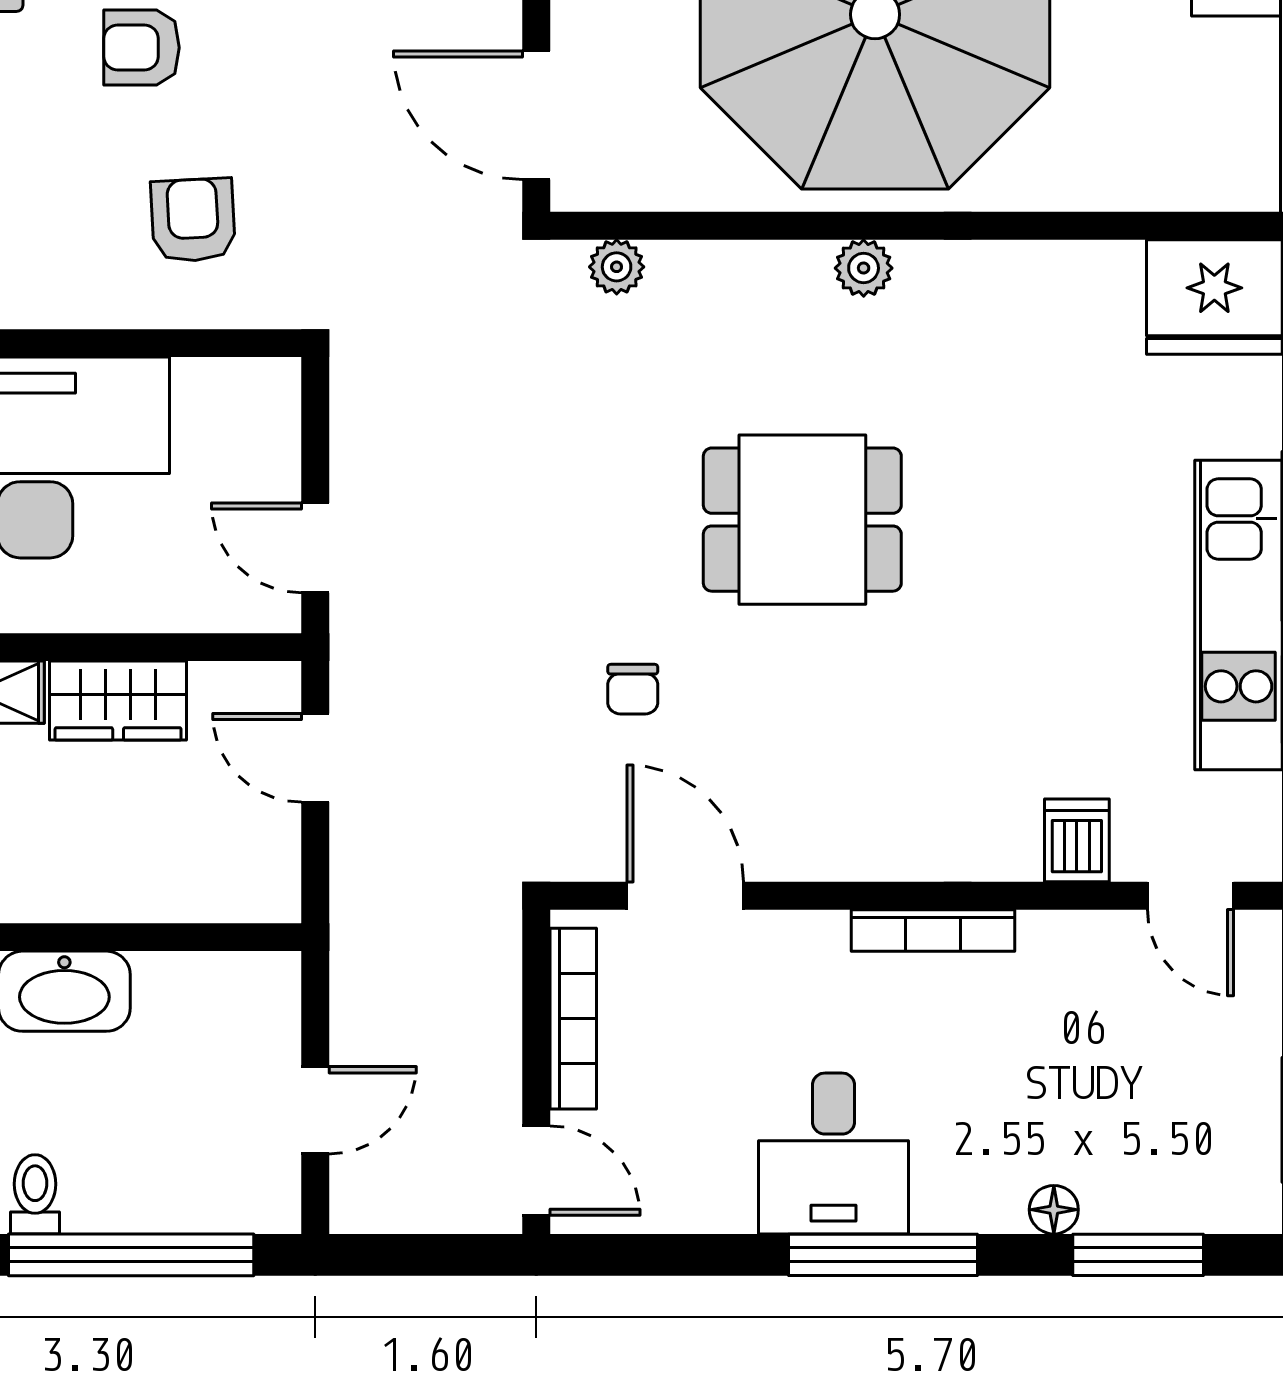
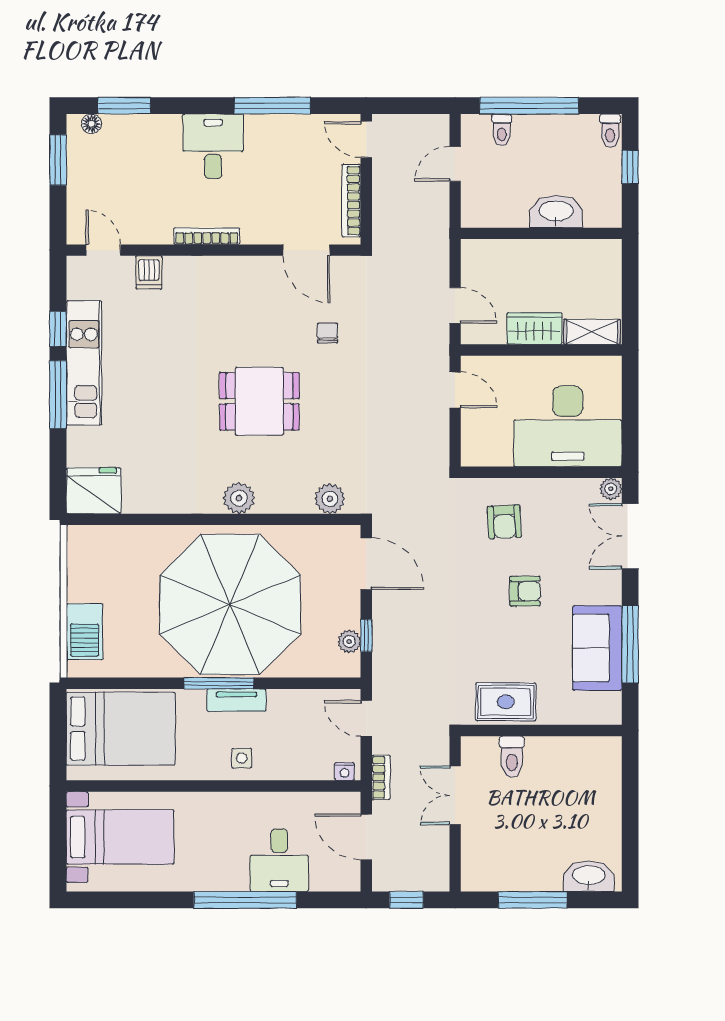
plant: (617, 267) -> (330, 499), width x1.38, depth x1.38
plant: (864, 268) -> (239, 498), width x1.38, depth x1.38
desk: (834, 1154) -> (213, 146), moved
toilet: (35, 1194) -> (502, 130), moved
floor lamp: (1054, 1210) -> (91, 124), moved
window: (883, 1255) -> (272, 106), moved

